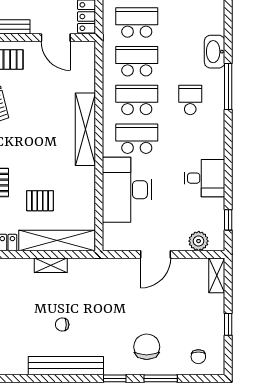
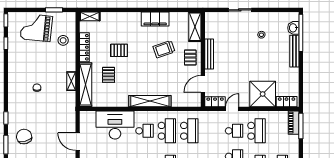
school desk: (137, 22) -> (212, 131), removed
school desk: (137, 139) -> (144, 131), width x0.54
chair: (147, 347) -> (24, 137), turned -106
bench: (66, 366) -> (13, 90), removed

